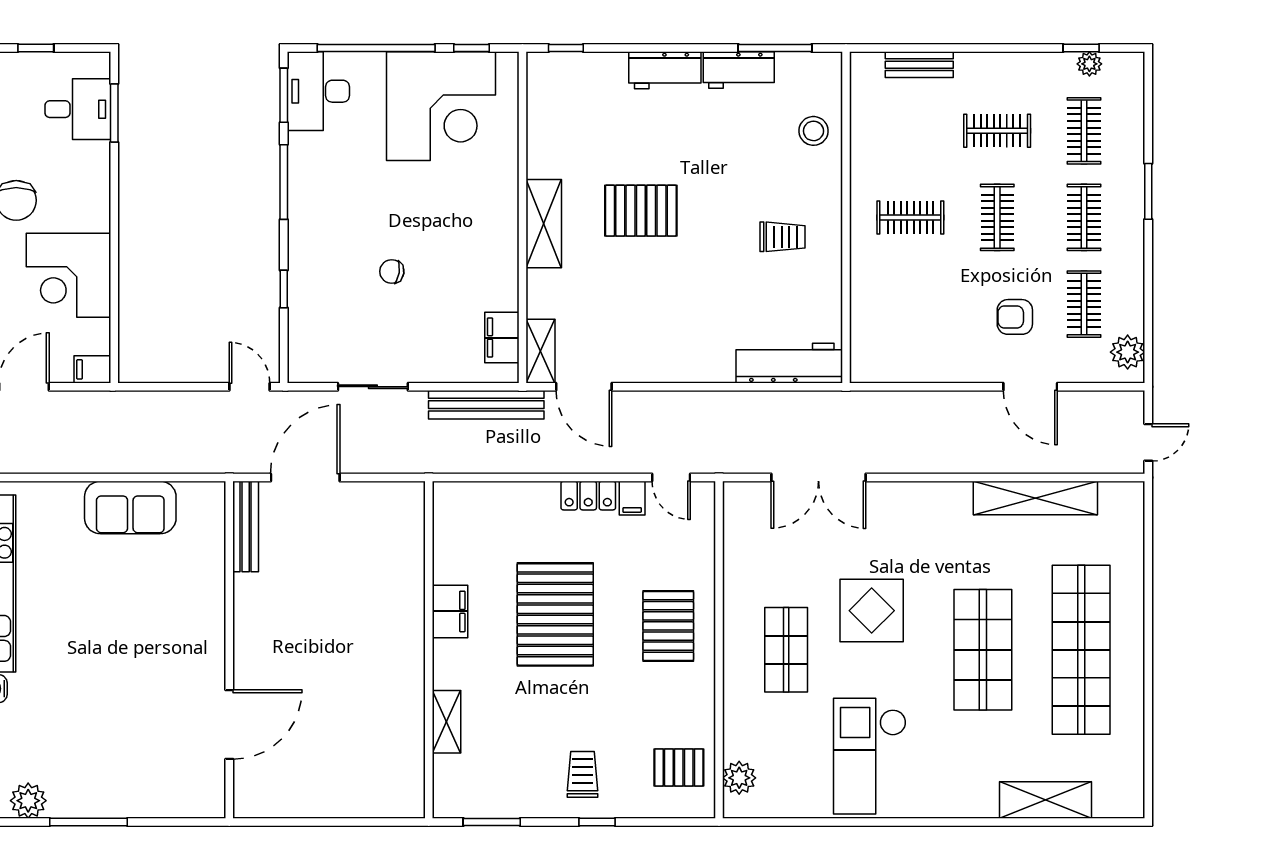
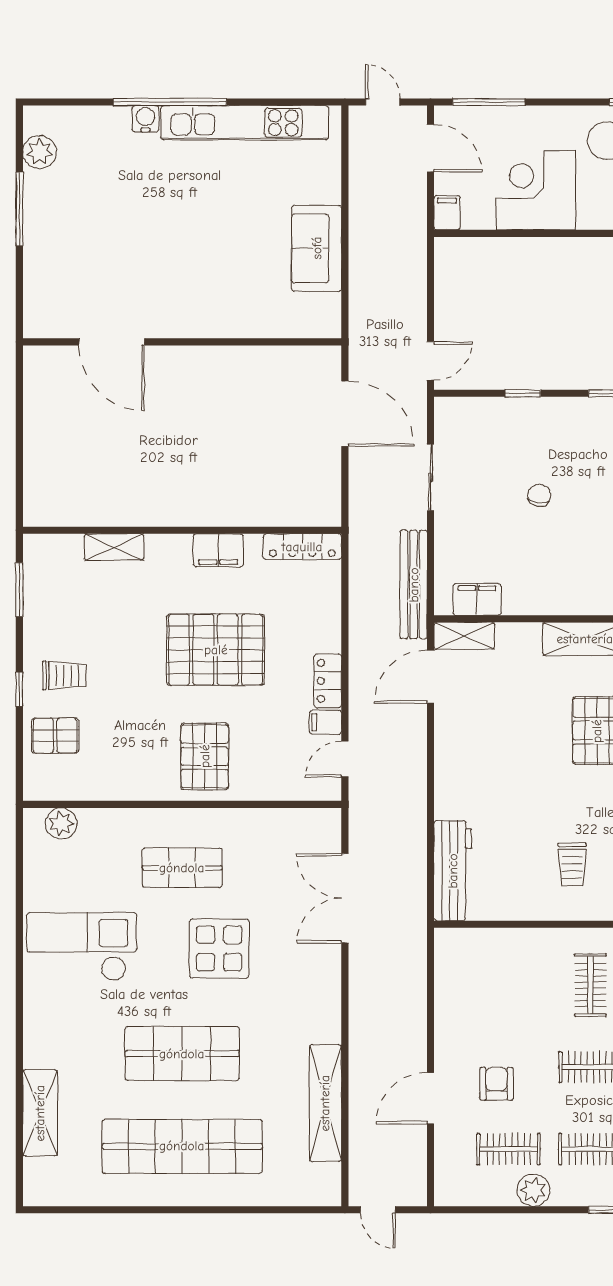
plant: (1128, 352) -> (533, 1190), moved
locker: (446, 522) -> (302, 547), added
bench: (246, 527) -> (299, 357), removed
pallet: (668, 626) -> (205, 756), turned 90
pallet: (679, 767) -> (55, 736), moved, turned 90

